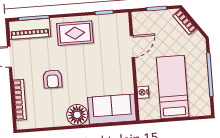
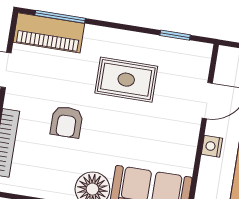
rug: (75, 33) -> (126, 80), moved
nightstand: (143, 92) -> (212, 146), moved

